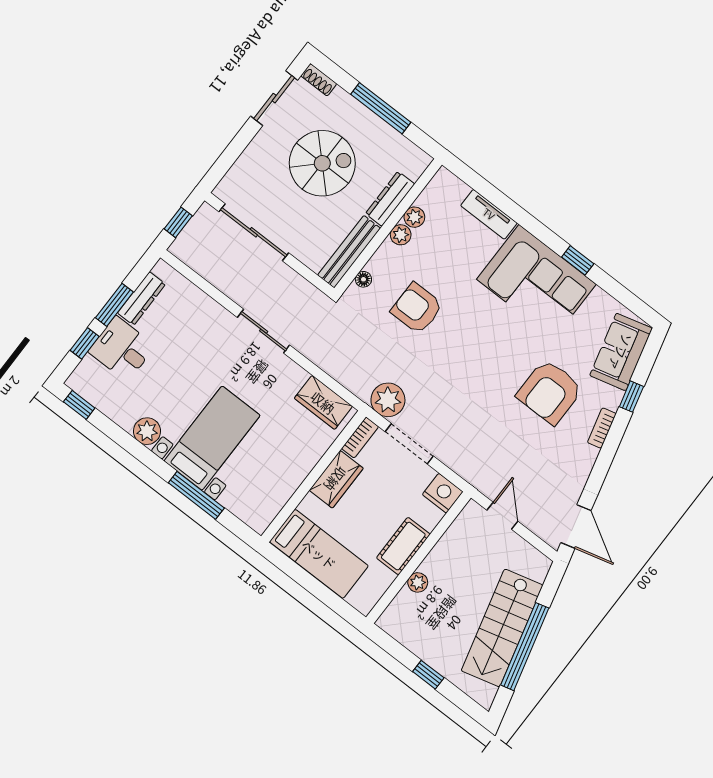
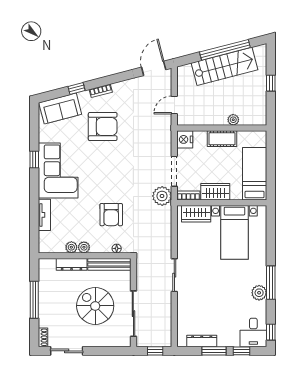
spiral stairs: (322, 163) -> (95, 306), moved
desk: (122, 349) -> (253, 332), moved
wardrobe: (323, 402) -> (196, 214), moved, turned 90
bed with nightstands: (212, 438) -> (234, 232), moved, turned -90
window: (196, 495) -> (271, 283), moved

